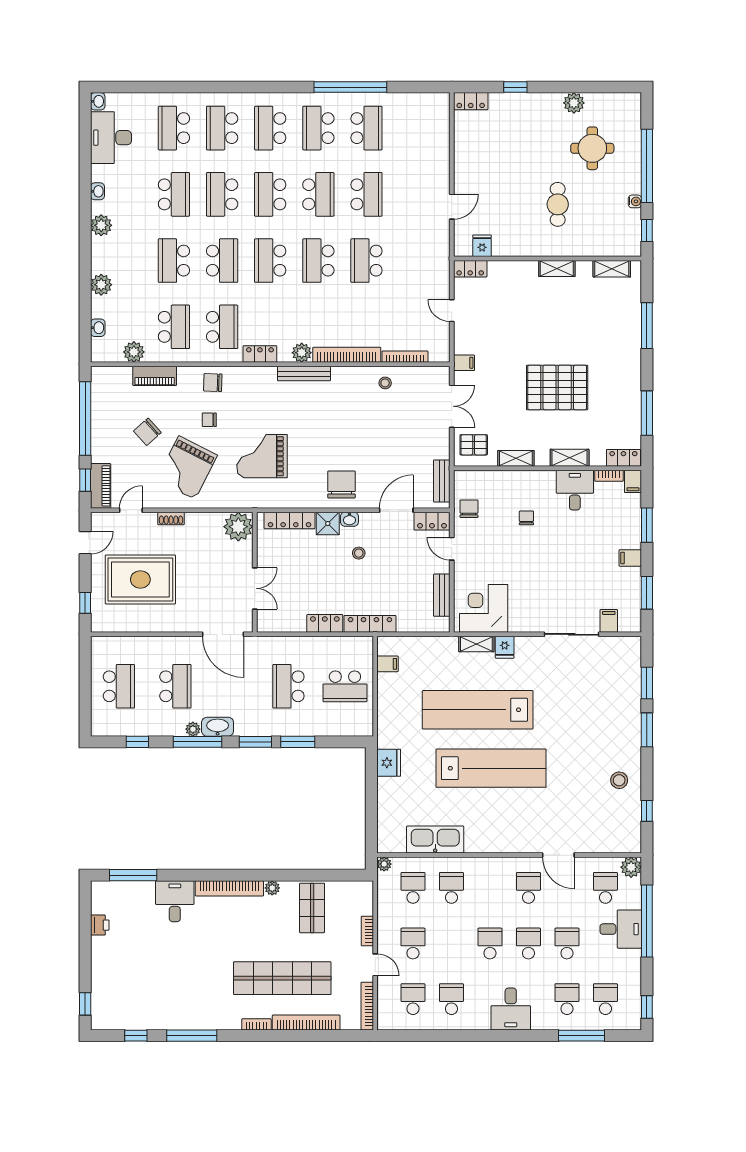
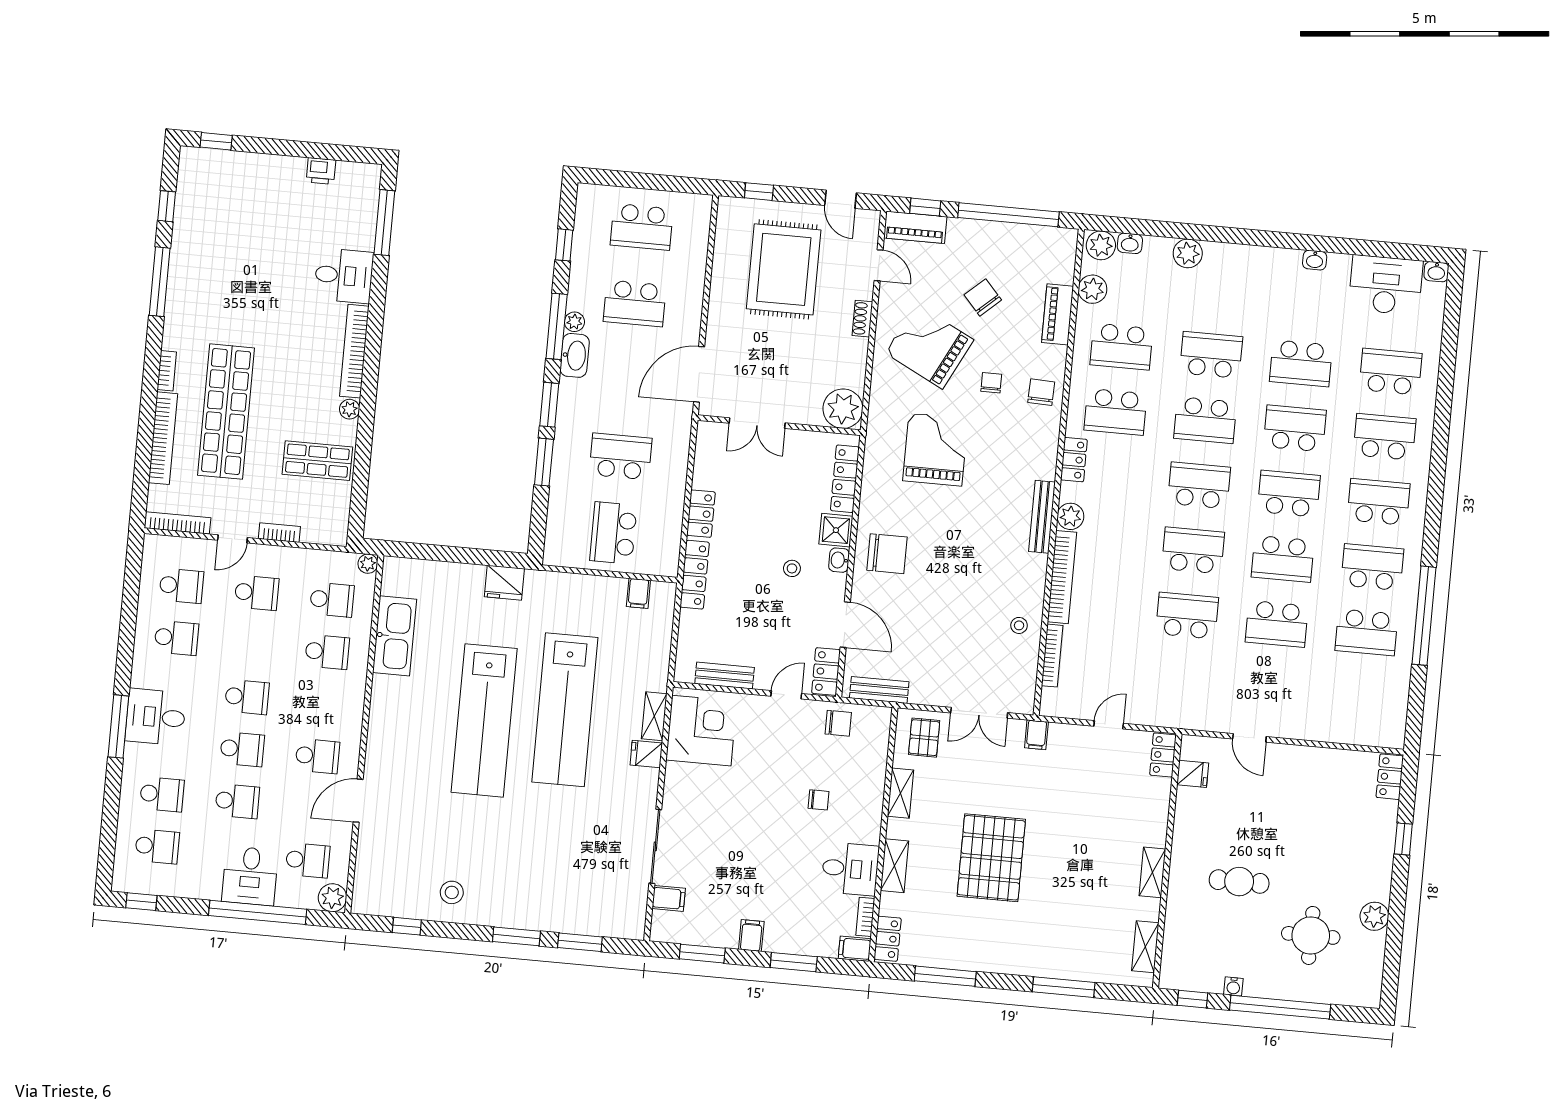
plant: (101, 225) -> (1101, 245), moved
lab bench: (478, 710) -> (565, 710), turned 180
window: (582, 1036) -> (118, 726), moved

